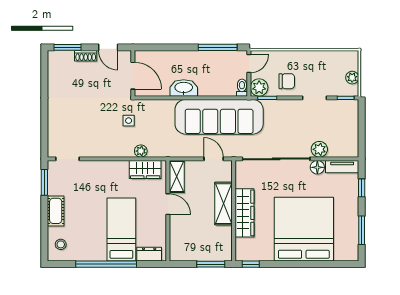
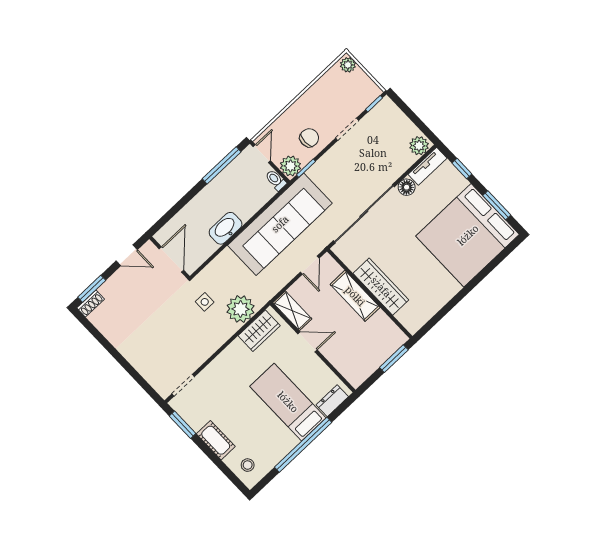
shoe rack: (86, 56) -> (91, 303), moved
door: (133, 76) -> (171, 259), hinge flipped
plant: (352, 78) -> (348, 65), moved
plant: (319, 149) -> (419, 146), moved
plant: (141, 151) -> (240, 309), width x1.88, depth x1.88
door: (214, 159) -> (310, 265), swing flipped
bed: (304, 229) -> (468, 235), moved, turned -90
window: (251, 264) -> (428, 326), removed

